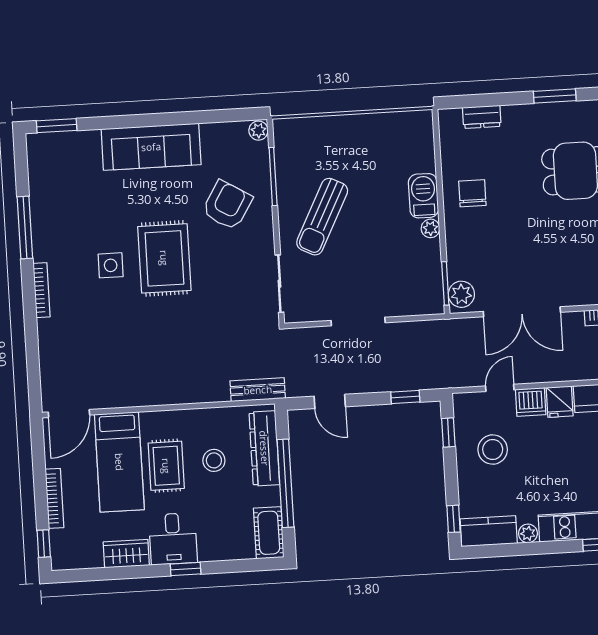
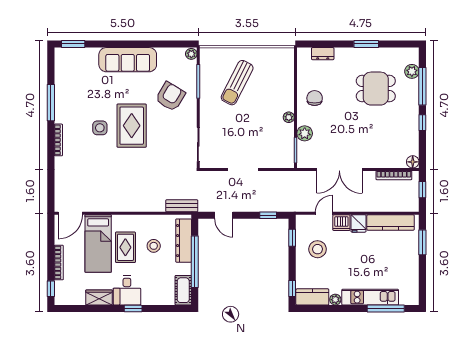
barbecue: (423, 196) -> (286, 98), removed
sun lounger: (322, 217) -> (237, 83), moved
plant: (461, 294) -> (305, 133), moved

